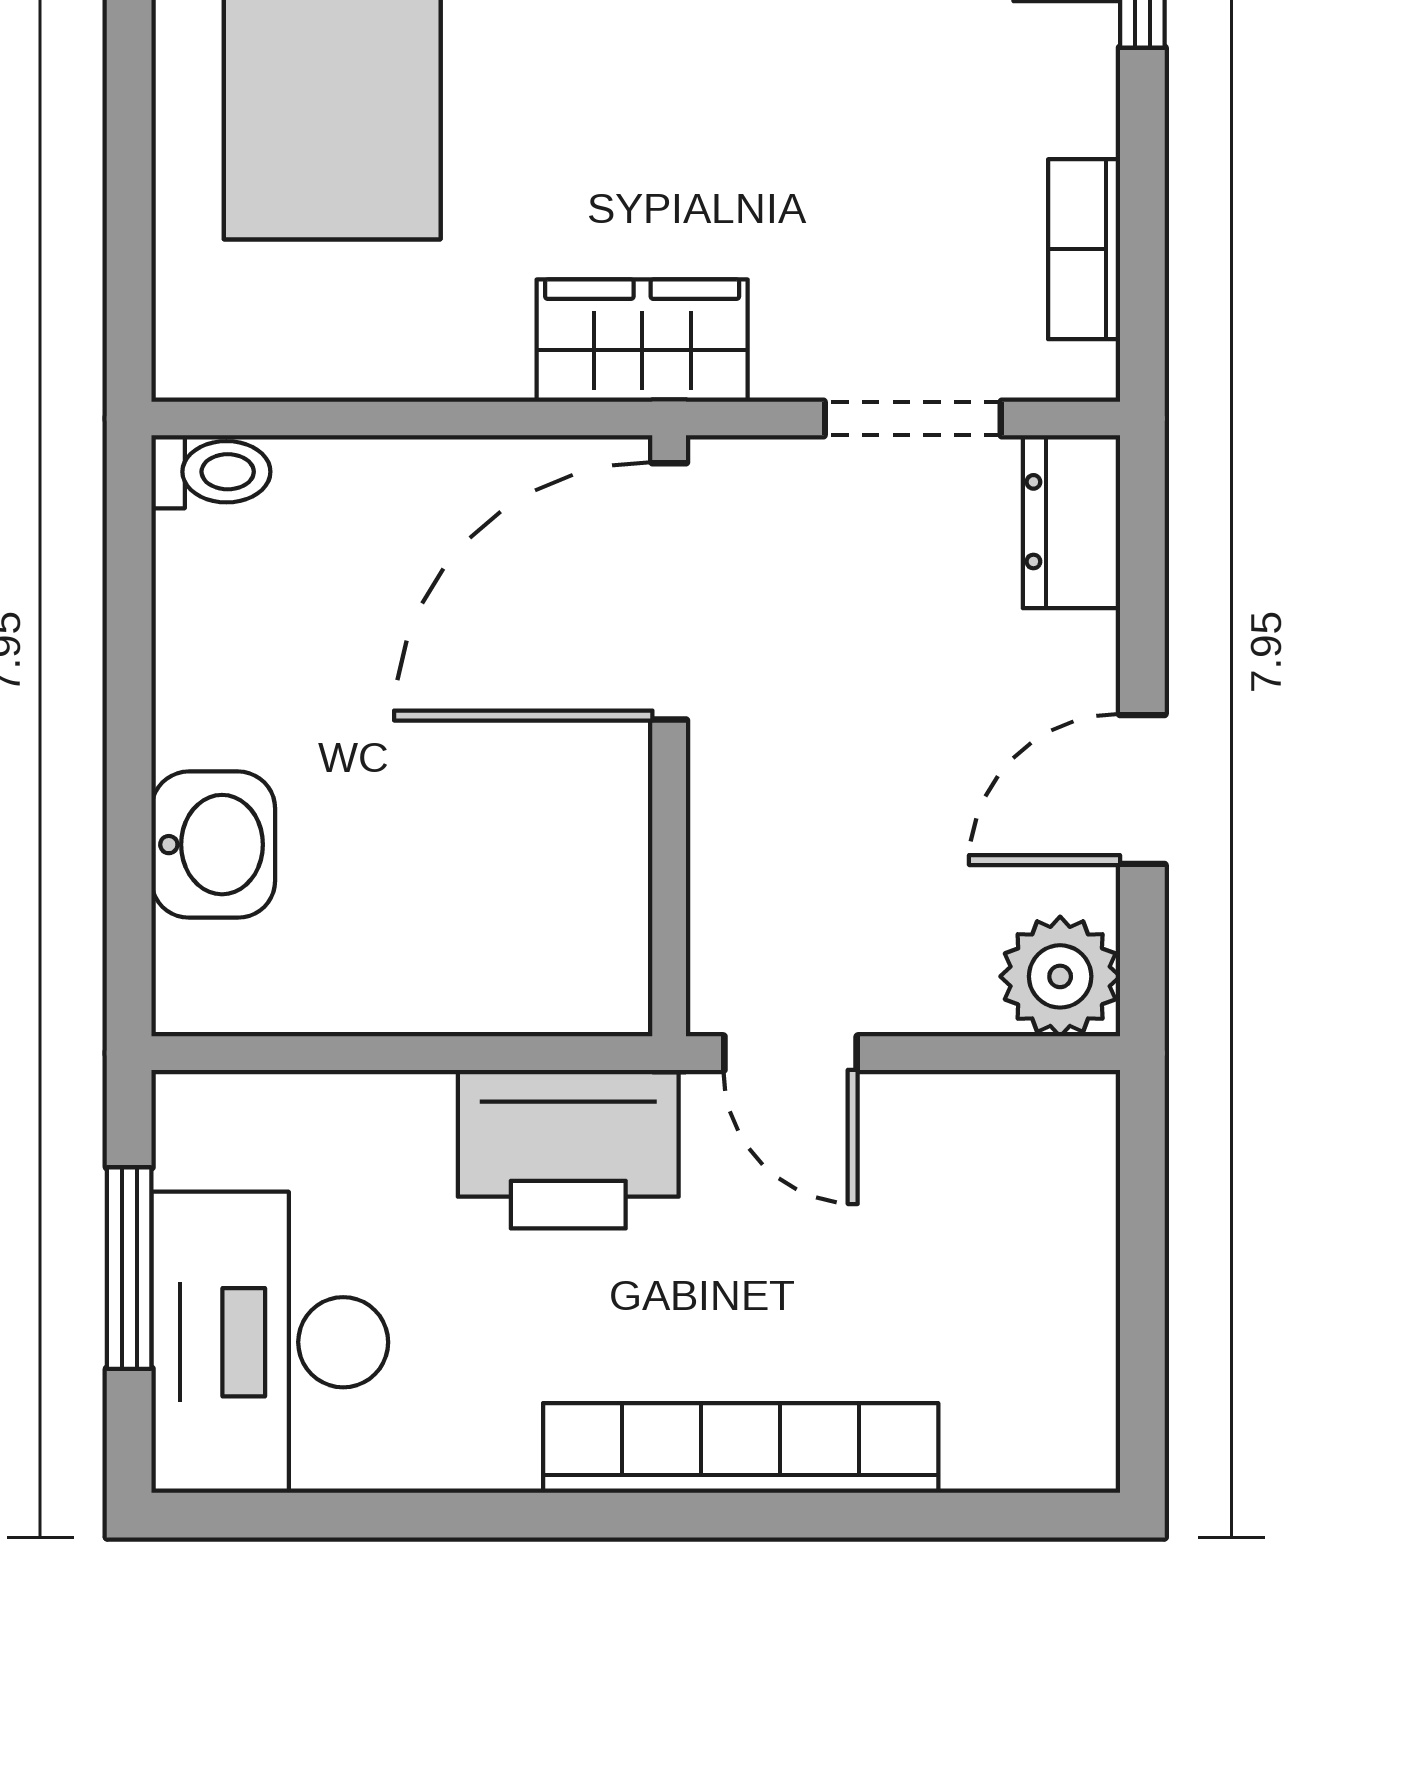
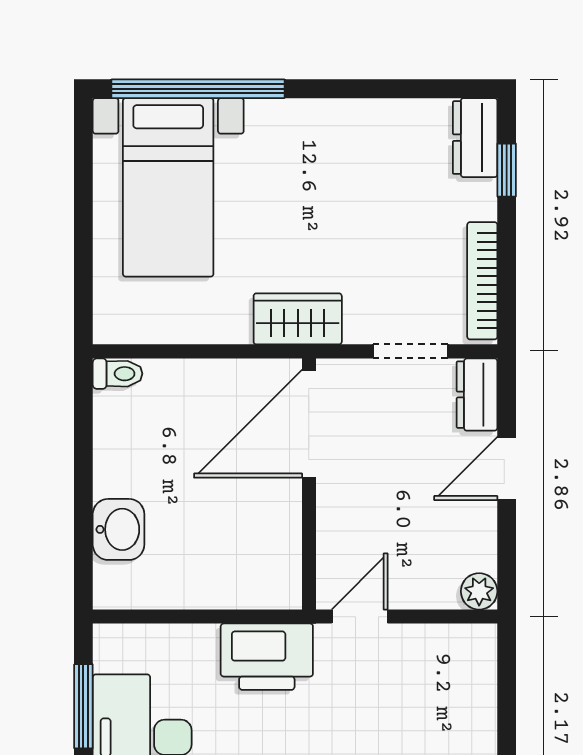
bookcase: (1084, 249) -> (482, 281), width x1.56
door: (1142, 789) -> (507, 469), moved
plant: (1060, 976) -> (479, 591), width x0.73, depth x0.73
door: (791, 1053) -> (360, 617), swing flipped

